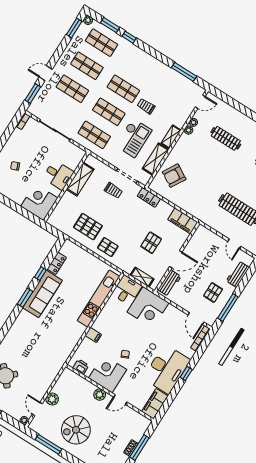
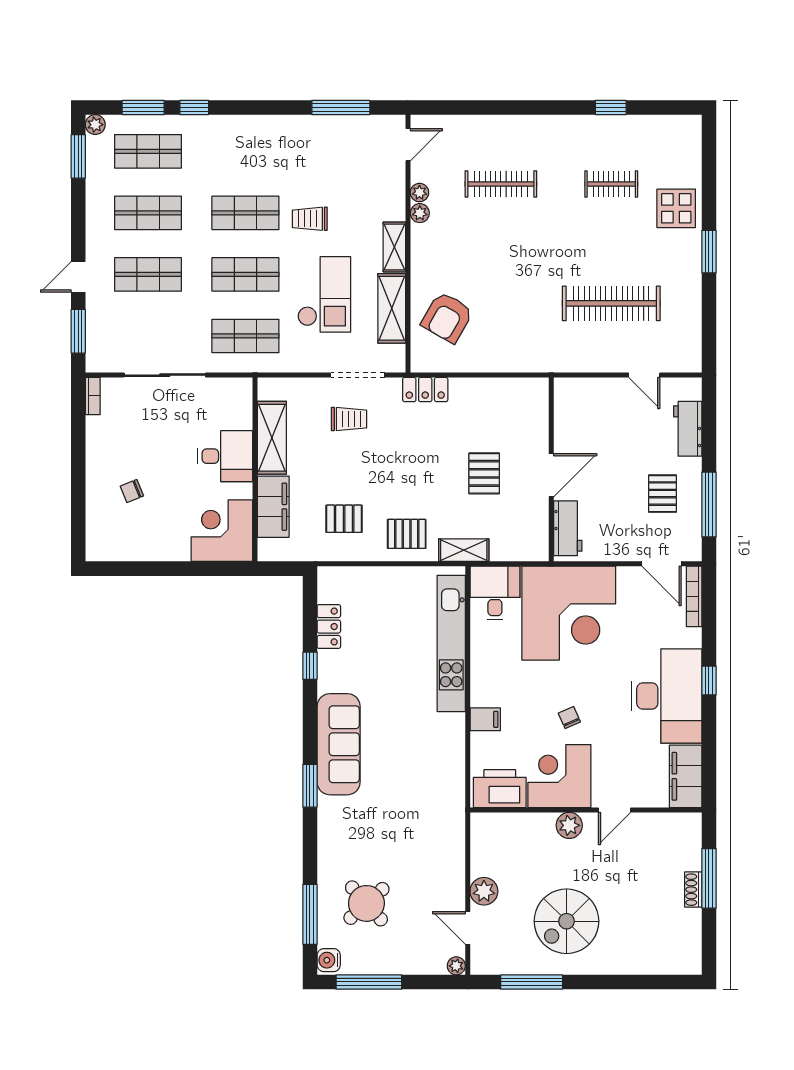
filing cabinet: (183, 221) -> (273, 507), moved, turned -90
pallet: (88, 227) -> (344, 519), width x0.67, depth x0.71
shelving: (142, 277) -> (464, 550), moved
sofa: (42, 294) -> (339, 744), moved
window: (25, 298) -> (310, 786), moved
corner desk: (148, 307) -> (569, 613), width x1.36, depth x1.36
printer: (81, 367) -> (500, 789), width x1.87, depth x1.48

